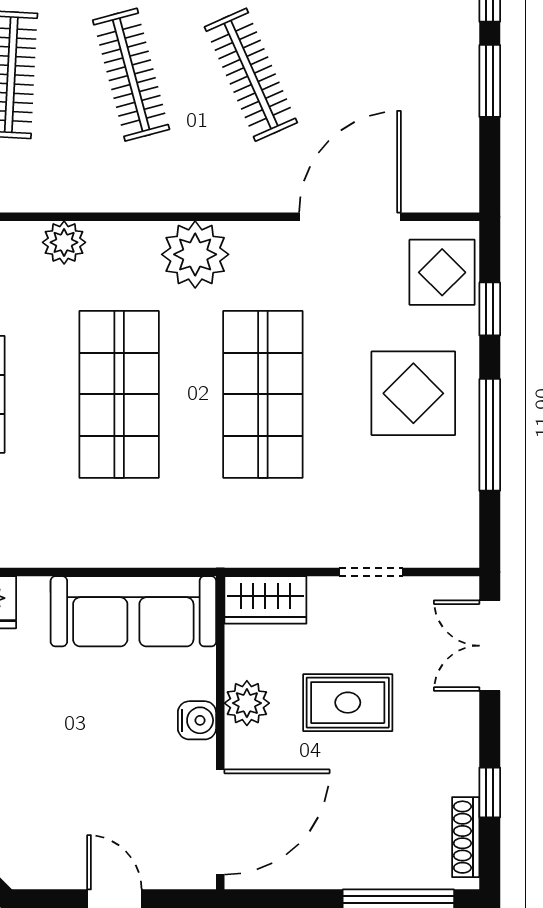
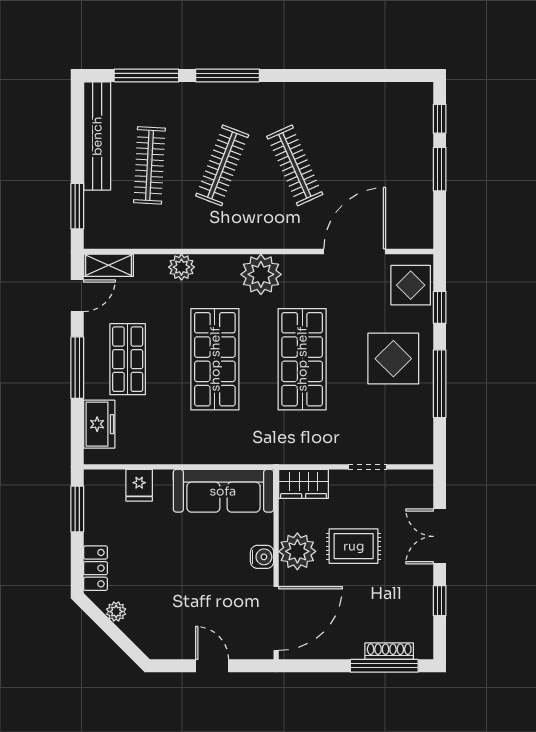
clothes rail: (131, 75) -> (222, 165), turned 36
double door: (490, 646) -> (440, 536), moved
plant: (247, 703) -> (297, 551), width x1.36, depth x1.36
shoe rack: (466, 837) -> (389, 651), moved, turned 90

